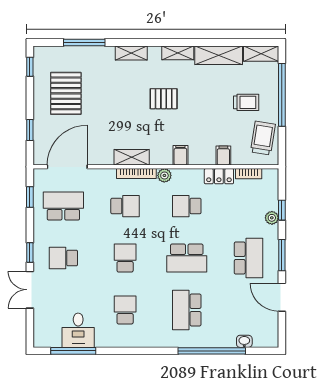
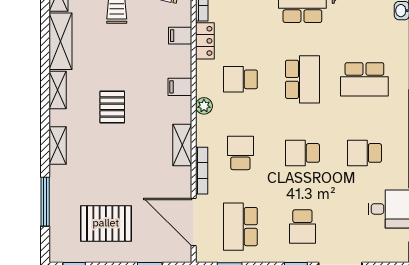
bookcase: (136, 174) -> (202, 171), moved
school desk: (187, 206) -> (240, 79), turned 90

